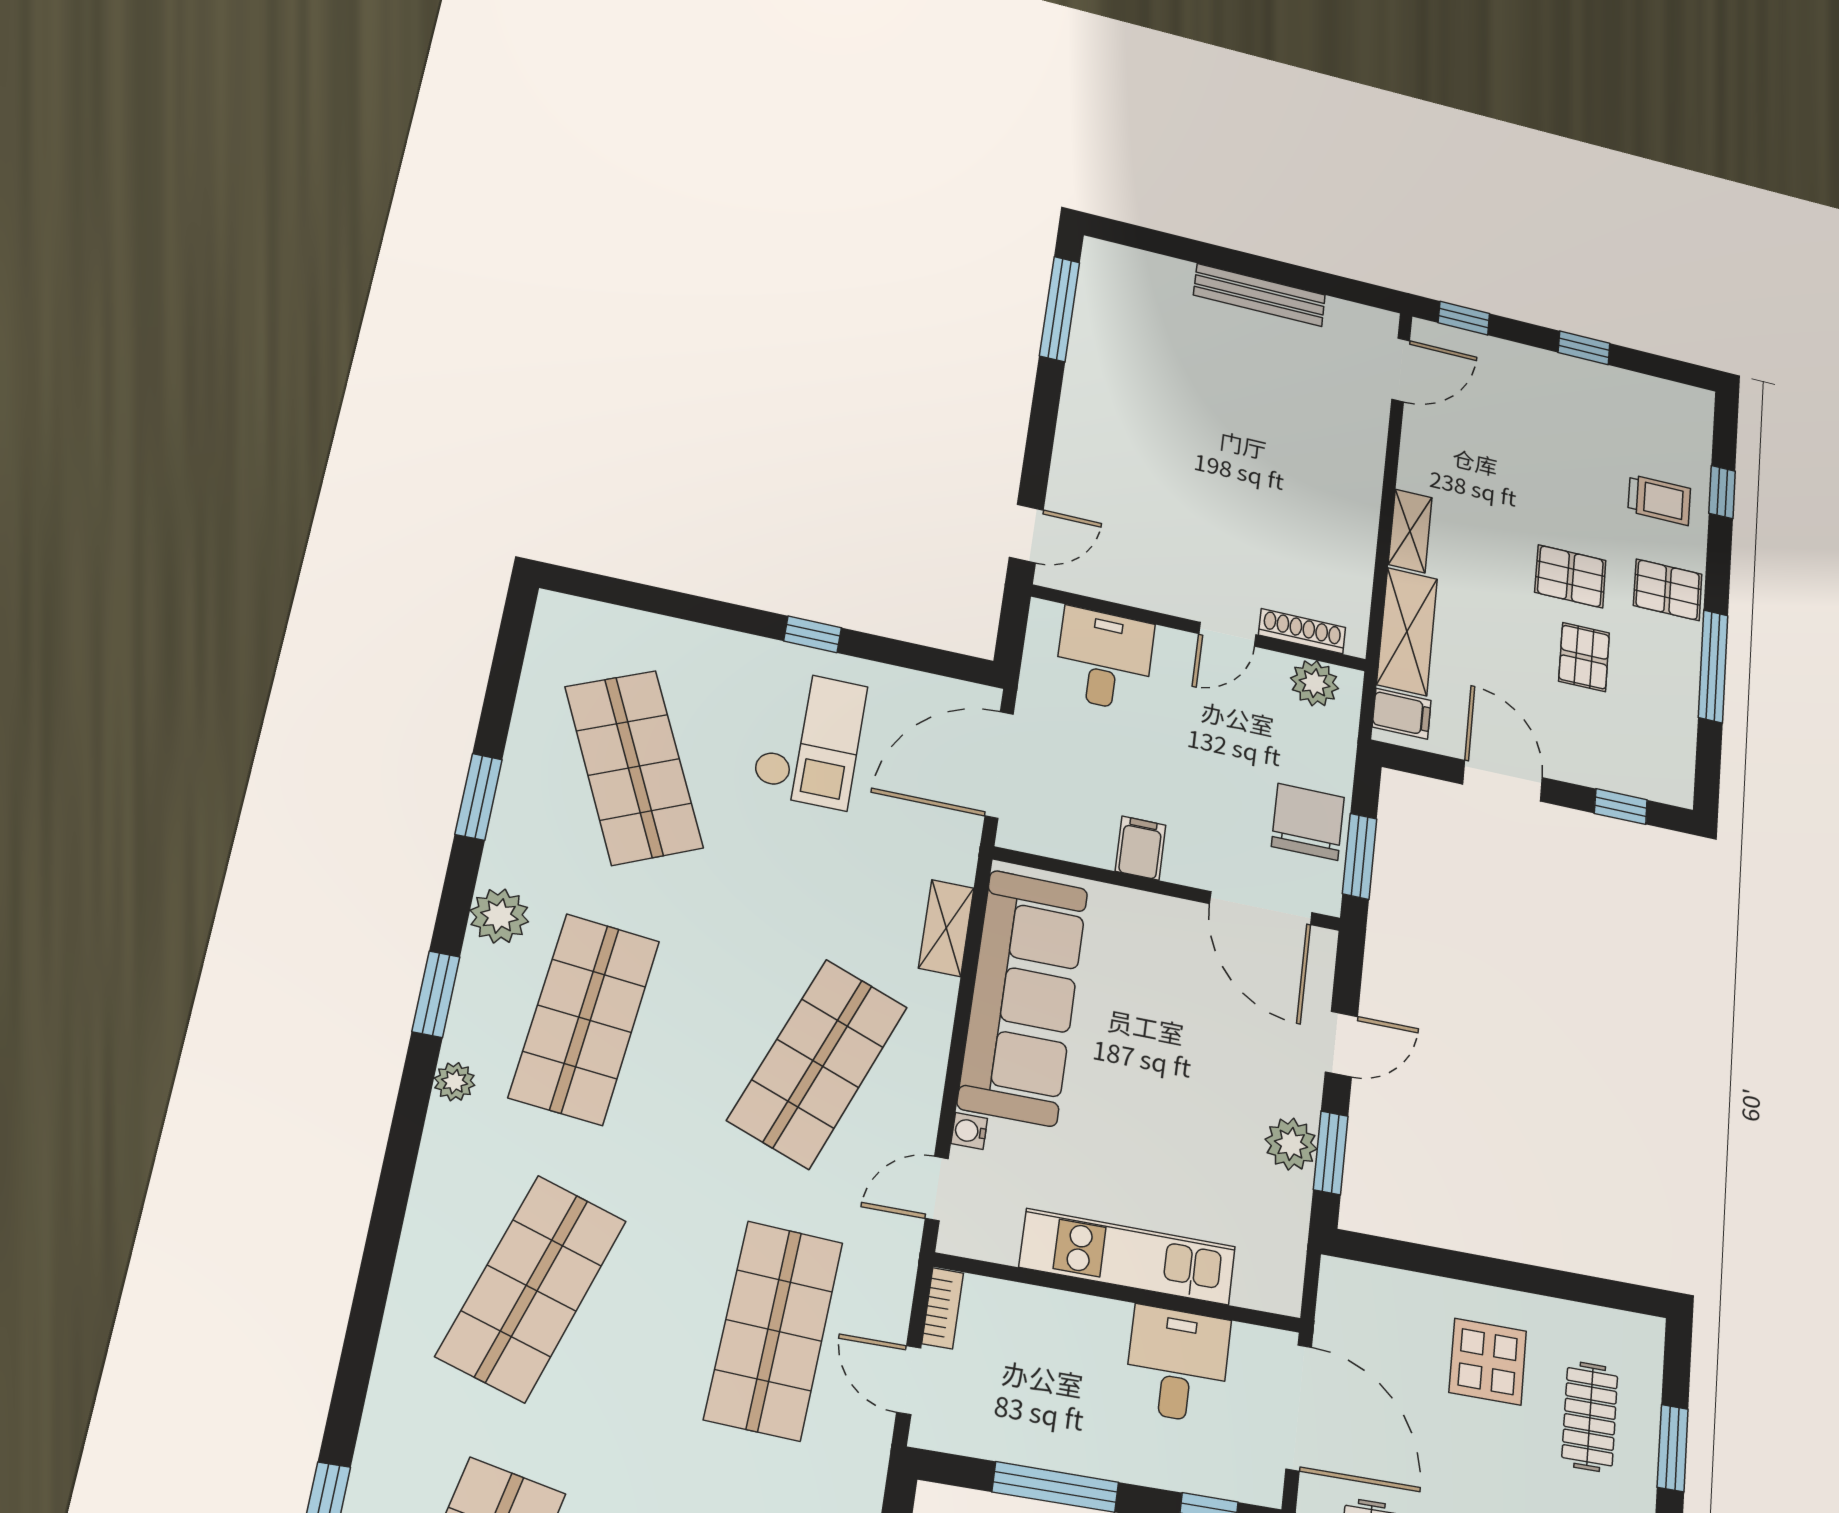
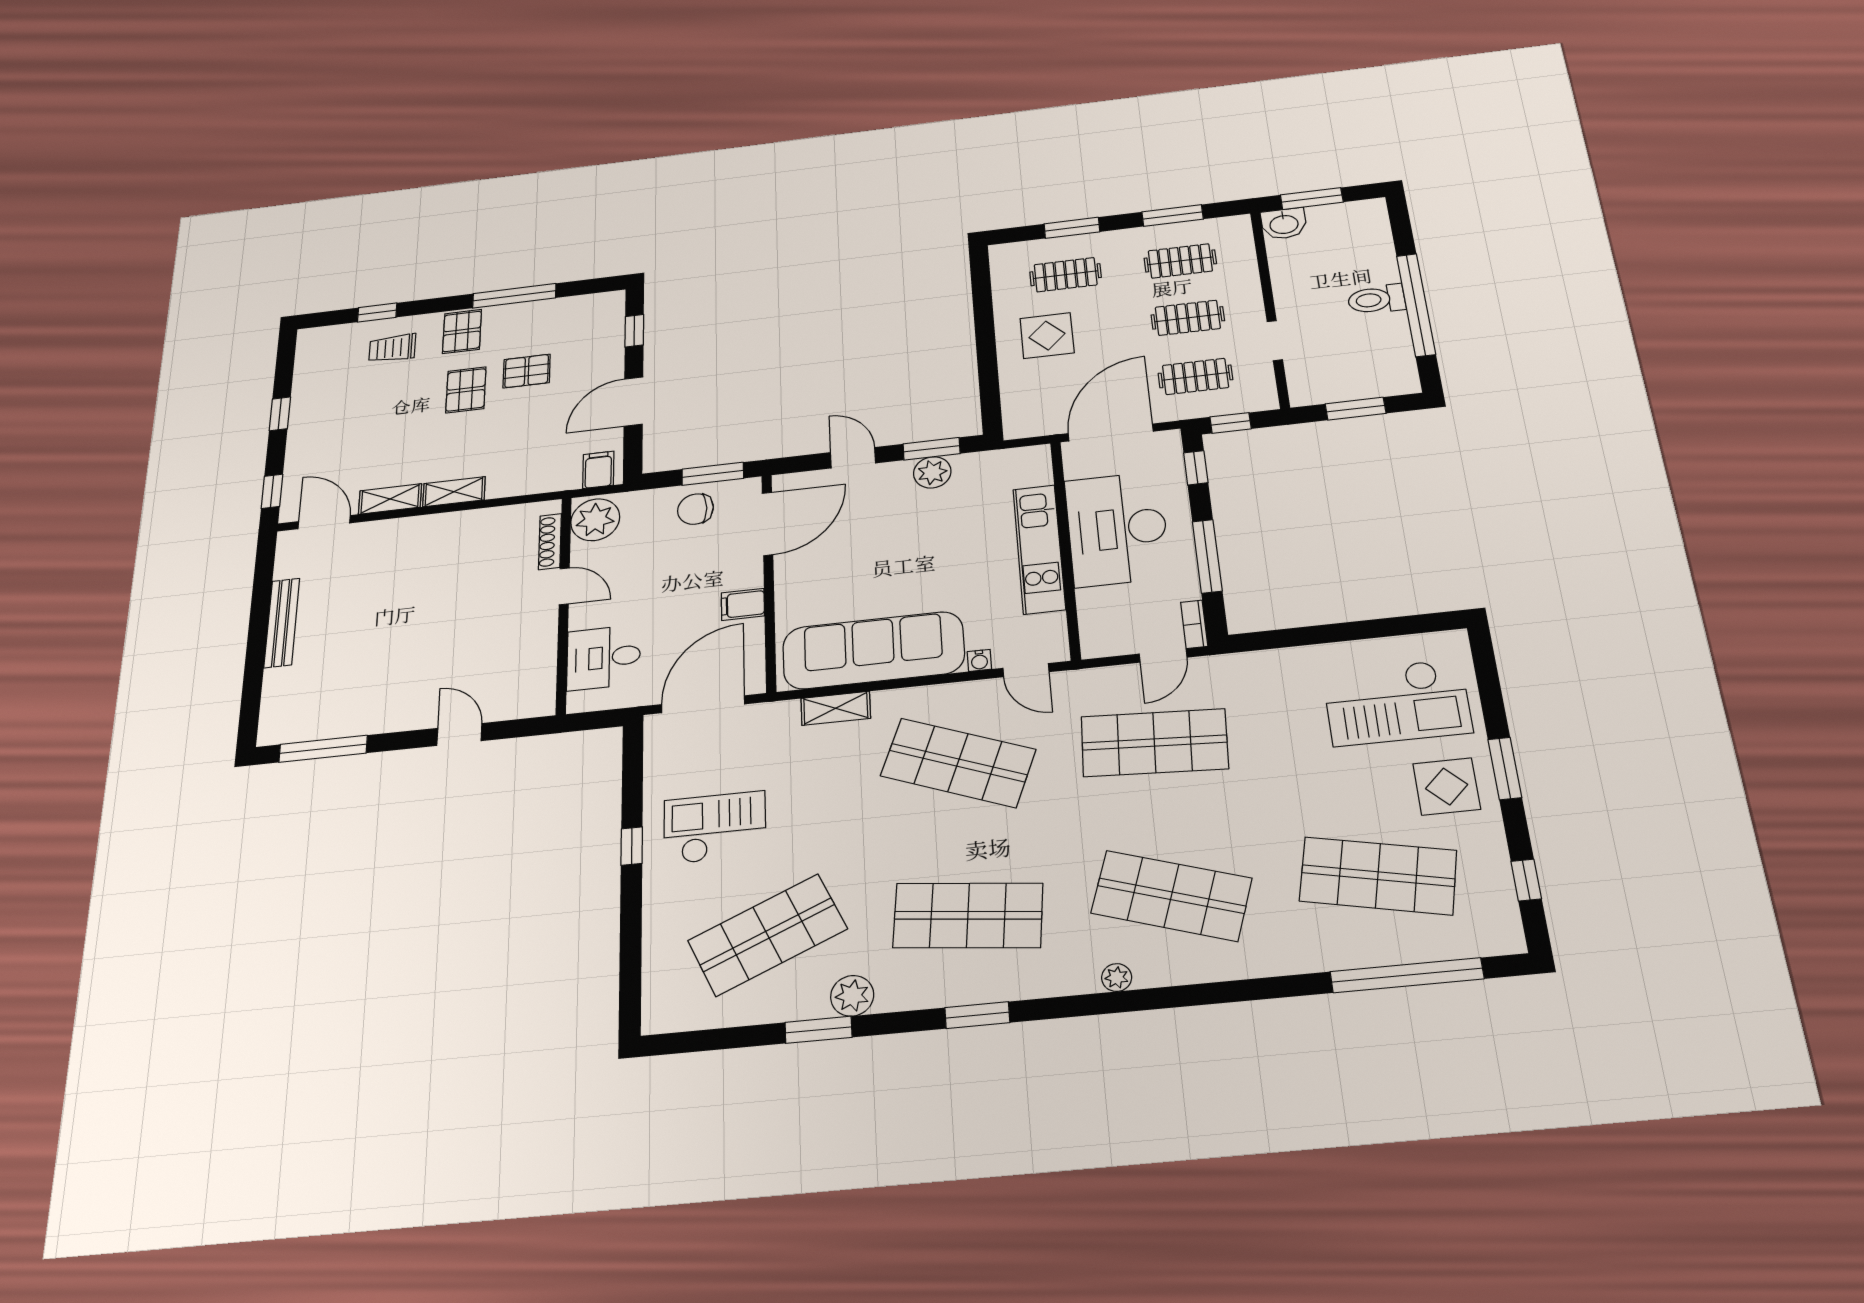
trolley: (1659, 500) -> (392, 348), turned -90
door: (1026, 534) -> (459, 734), moved
shelving: (1407, 631) -> (390, 499), moved, width x0.67, depth x0.75
plant: (1315, 683) -> (595, 520), width x1.36, depth x1.36
door: (999, 765) -> (703, 704), swing flipped
chair: (1308, 822) -> (695, 509), width x0.73, depth x0.73
plant: (499, 916) -> (852, 996), moved
plant: (455, 1082) -> (1117, 978), moved
bookcase: (943, 1308) -> (1194, 624), moved, turned -90
desk: (1177, 1365) -> (1117, 529), width x1.87, depth x1.30

